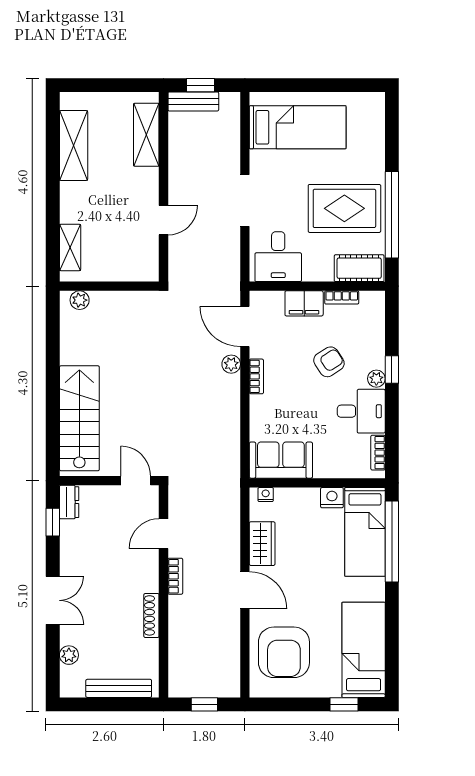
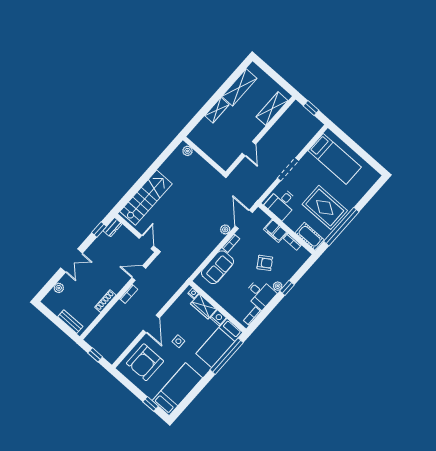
bench: (193, 101) -> (302, 112), removed
door: (164, 220) -> (249, 149), hinge flipped
shelving: (70, 247) -> (217, 110), moved
sofa: (281, 460) -> (218, 267), moved, turned 90
wardrobe: (262, 544) -> (204, 306), moved, turned 90
side table: (305, 581) -> (178, 341), added
bench: (119, 688) -> (70, 322), width x0.73

